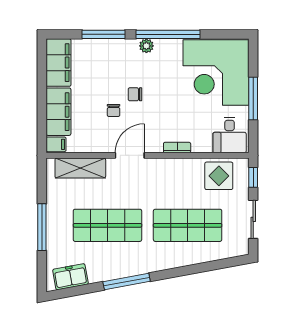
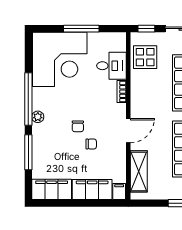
desk: (230, 135) -> (111, 66), moved
door: (130, 155) -> (128, 131), swing flipped

